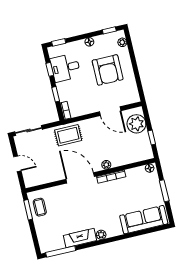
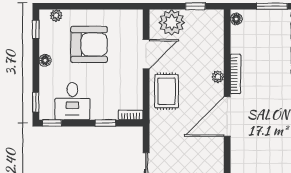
window: (50, 69) -> (52, 123), moved
rug: (68, 135) -> (167, 91), moved

